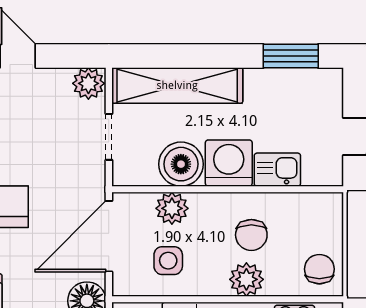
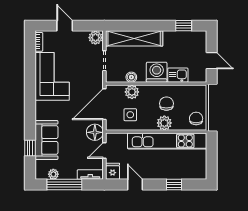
window: (291, 56) -> (184, 26), width x0.67
boiler: (181, 164) -> (131, 77), width x0.54, depth x0.54
chair: (251, 235) -> (166, 104), turned 180

